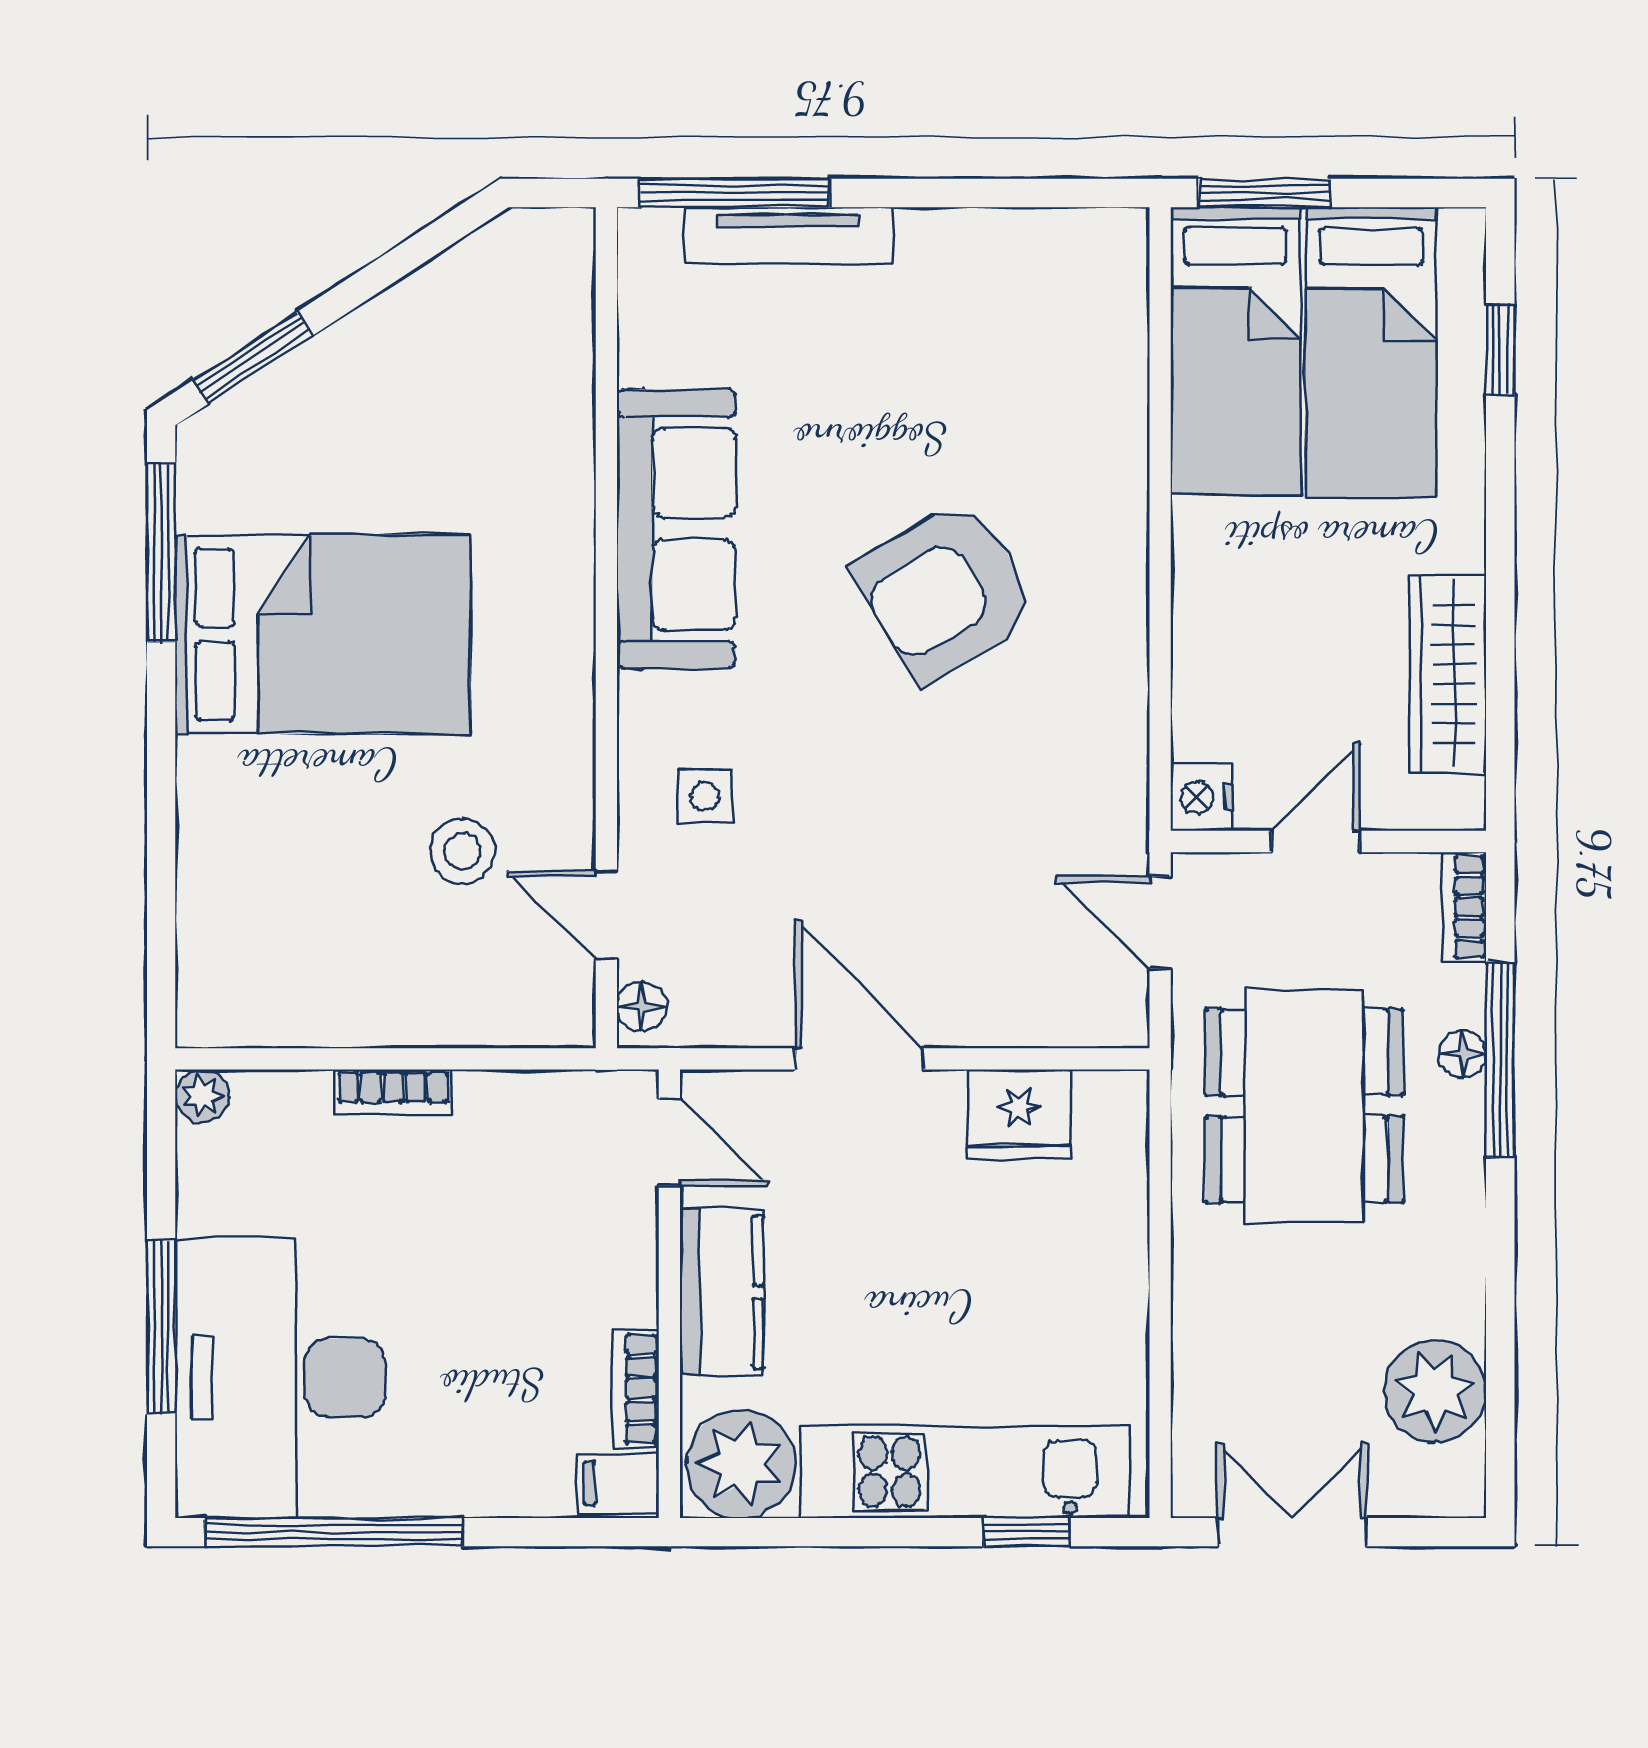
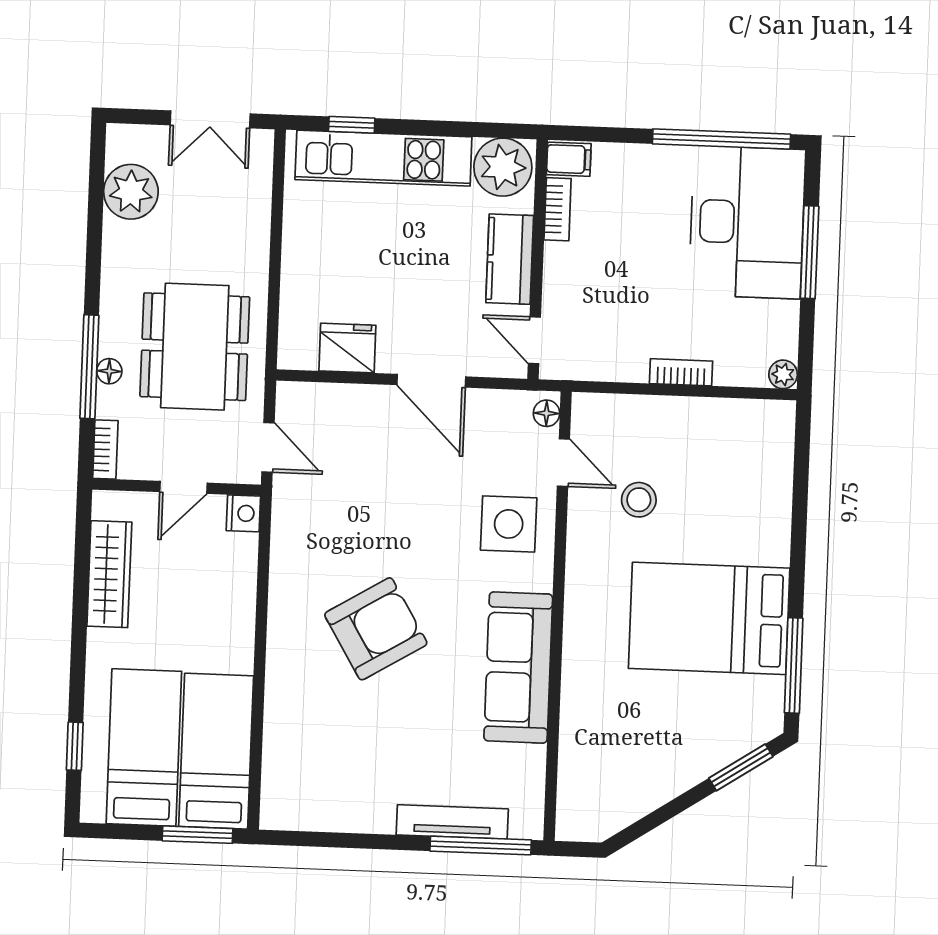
side table: (705, 797) -> (509, 524), width x1.87, depth x1.87

